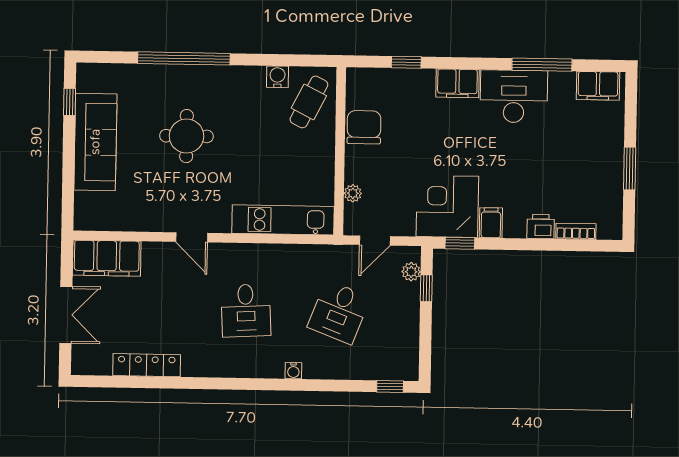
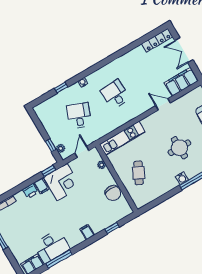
water cooler: (278, 77) -> (182, 178), moved
filing cabinet: (457, 83) -> (87, 232), width x0.50
desk: (514, 96) -> (52, 247), moved
cafe table: (309, 102) -> (139, 173), moved
printer: (541, 226) -> (30, 191), moved
door: (192, 237) -> (163, 104), moved
locker: (147, 365) -> (157, 40), moved
window: (390, 386) -> (61, 88), moved

